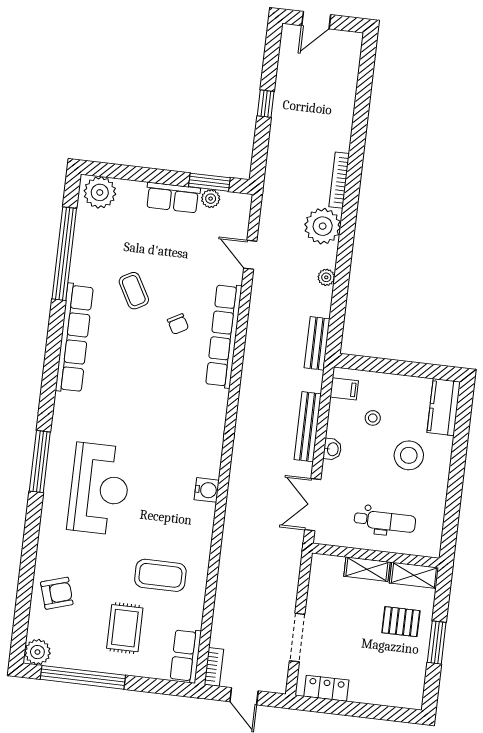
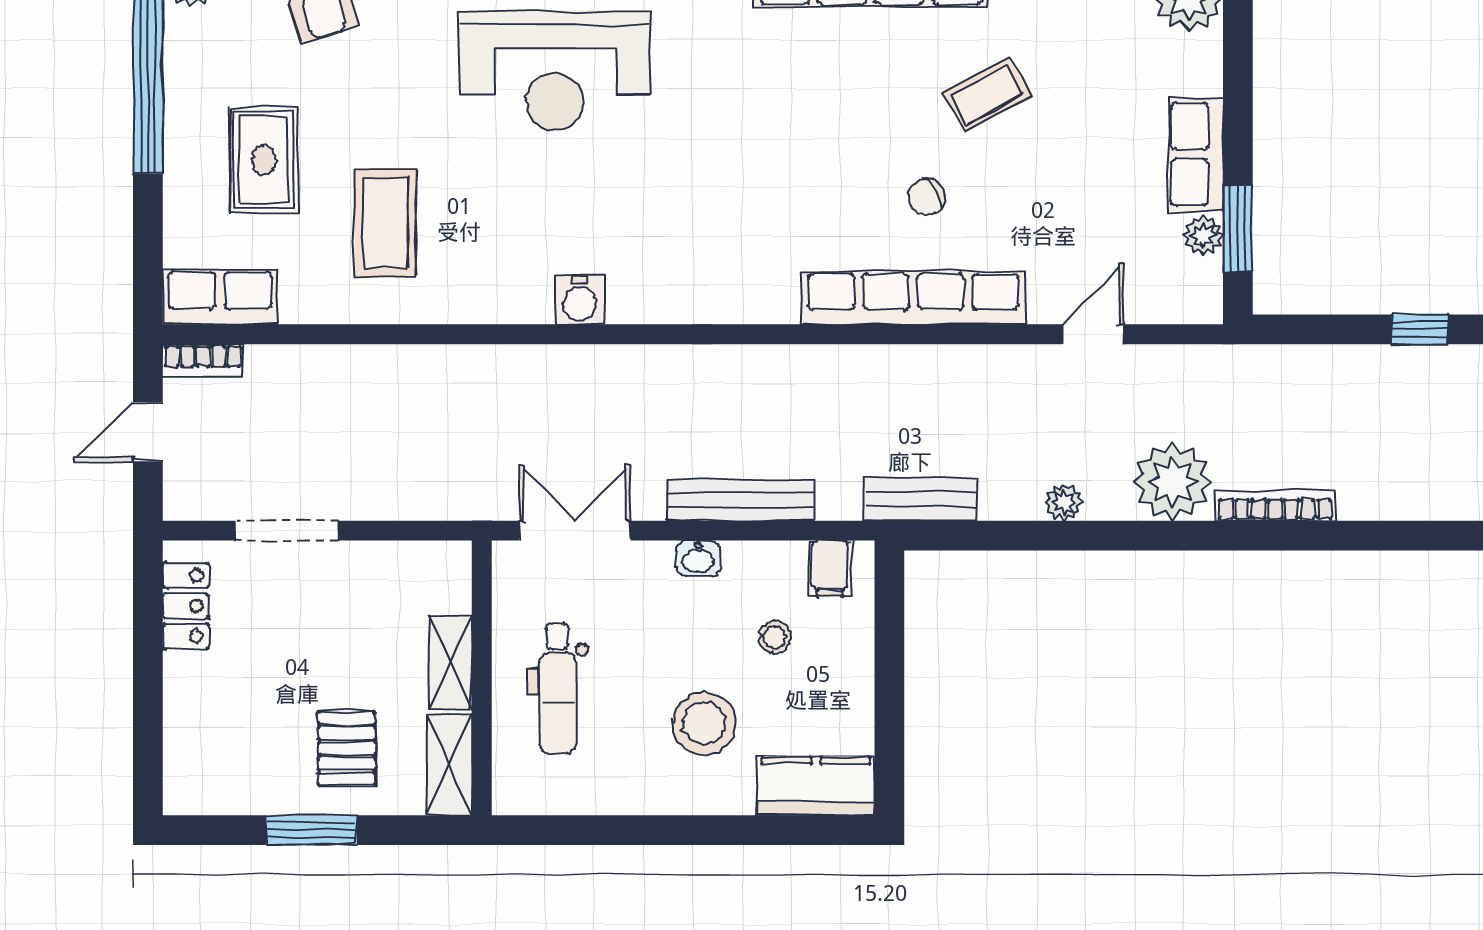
rug: (125, 628) -> (264, 160), turned 90

